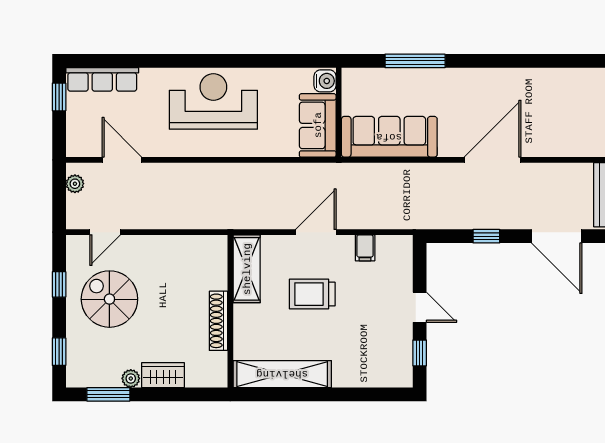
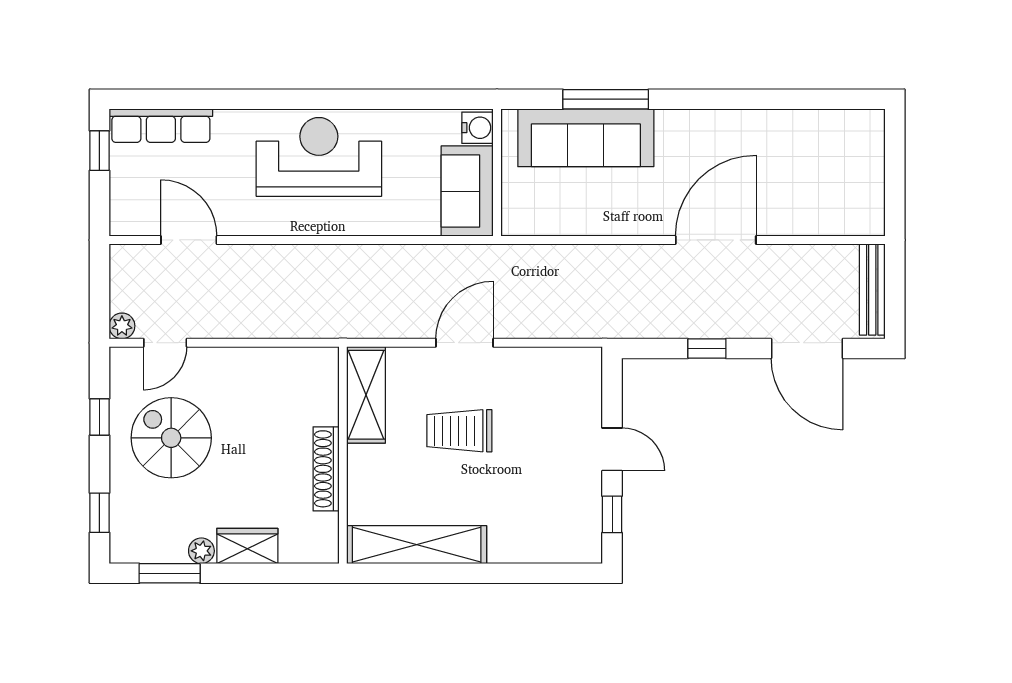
sofa: (389, 137) -> (586, 138), moved, turned 180
plant: (75, 184) -> (122, 326), moved
filing cabinet: (365, 248) -> (534, 365), removed

